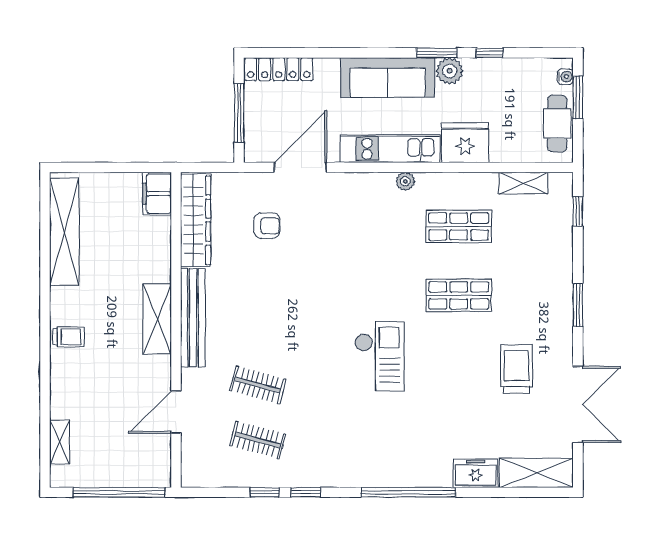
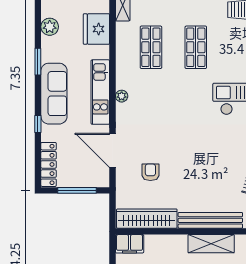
window: (490, 53) -> (38, 124), moved
plant: (450, 71) -> (50, 27), moved
fridge: (465, 143) -> (96, 29), moved
plant: (405, 181) -> (122, 96), moved

